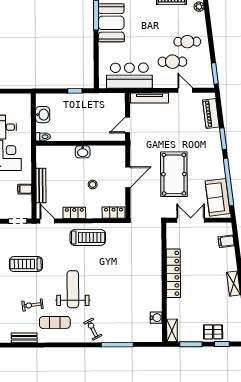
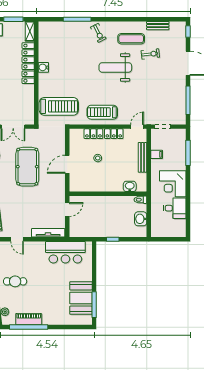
cafe table: (172, 62) -> (28, 264), removed
washbasin: (83, 152) -> (130, 186), moved
locker: (114, 213) -> (93, 134), moved
door: (47, 221) -> (137, 127), swing flipped
treadmill: (26, 264) -> (59, 106), moved, width x1.37, depth x1.38
locker: (173, 273) -> (28, 63), moved
weight bench: (73, 289) -> (115, 67), turned 90
water cooler: (156, 318) -> (43, 67), moved

